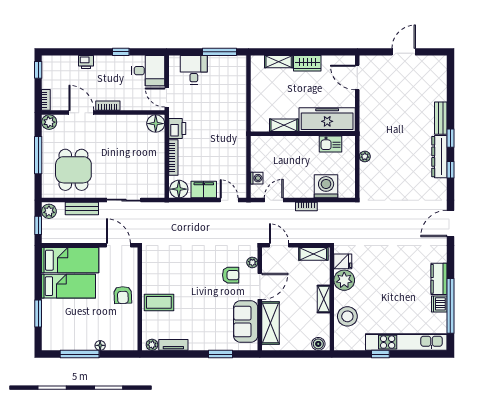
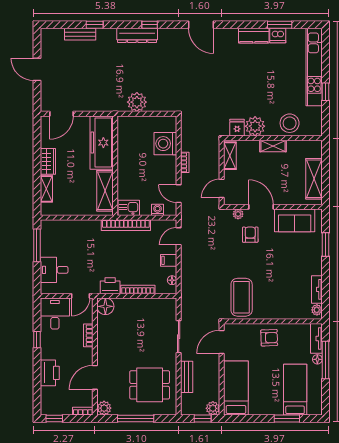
printer: (86, 62) -> (50, 373), width x1.87, depth x1.48
bookcase: (108, 106) -> (88, 335), moved
bench: (441, 118) -> (80, 34), moved
shelving: (284, 125) -> (105, 191), width x1.50, depth x1.33
window: (450, 138) -> (95, 25), moved
kitchen sink: (330, 144) -> (129, 208), moved, turned -90
bookcase: (241, 145) -> (126, 225), added
plant: (365, 156) -> (137, 102), width x1.88, depth x1.88
floor lamp: (179, 189) -> (172, 280), width x0.53, depth x0.53
filing cabinet: (204, 190) -> (169, 260), width x0.50
plant: (49, 211) -> (213, 408), moved
bed: (68, 286) -> (295, 390), moved
coffee table: (159, 302) -> (242, 297), moved, width x1.36, depth x1.32
window: (450, 306) -> (280, 25), width x0.47
shelving: (271, 323) -> (314, 179), moved, turned 90
tv unit: (122, 344) -> (316, 338), added
boiler: (318, 344) -> (316, 151), removed
window: (80, 354) -> (326, 360), moved

